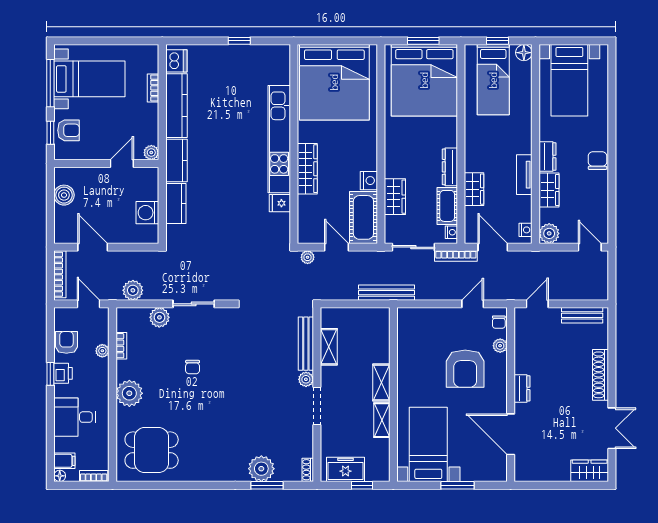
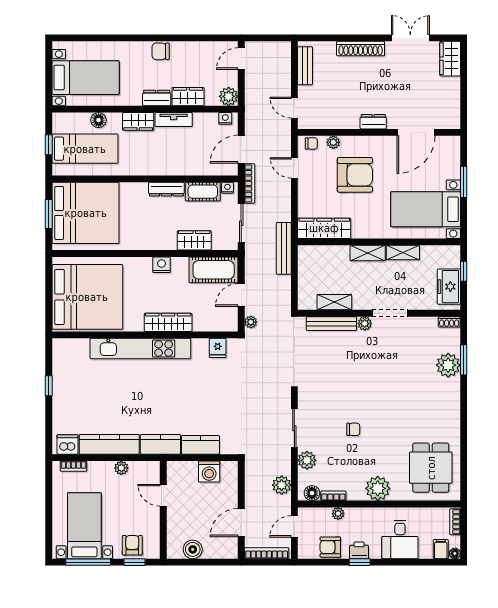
floor lamp: (524, 53) -> (99, 120), moved
bookcase: (153, 88) -> (73, 466), moved
plant: (151, 153) -> (121, 468), moved
nightstand: (369, 181) -> (162, 265), moved
wardrobe: (474, 189) -> (138, 121), moved, turned 180
fridge: (280, 203) -> (218, 348), moved
floor lamp: (124, 323) -> (312, 493), added
wardrobe: (408, 336) -> (324, 228), added

